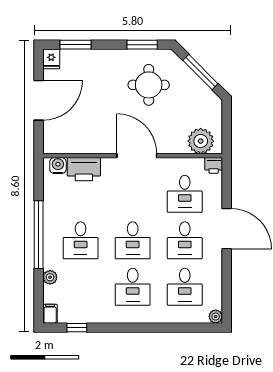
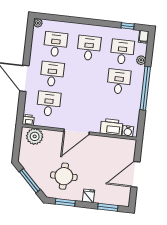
fridge: (51, 59) -> (89, 196), moved
door: (137, 156) -> (77, 132), hinge flipped
desk: (133, 240) -> (122, 52), moved

